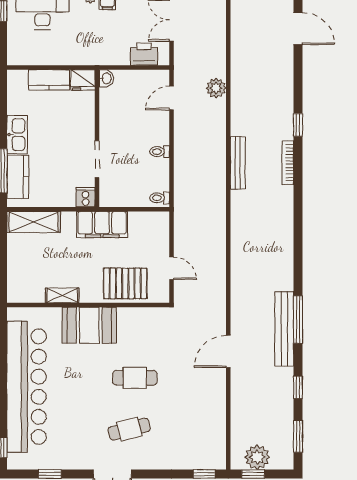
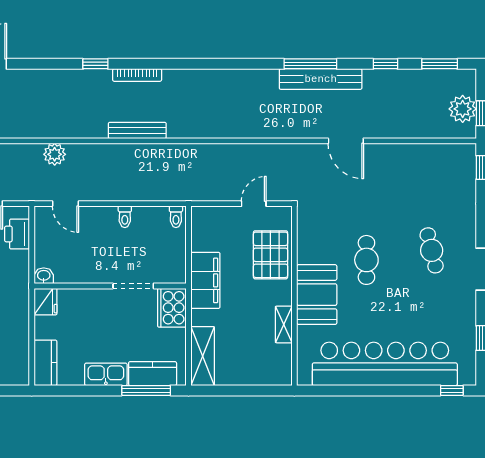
kitchen counter: (49, 80) -> (45, 363), moved
cooker: (86, 197) -> (172, 308), width x1.87, depth x1.31
cafe table: (135, 378) -> (366, 260), moved

